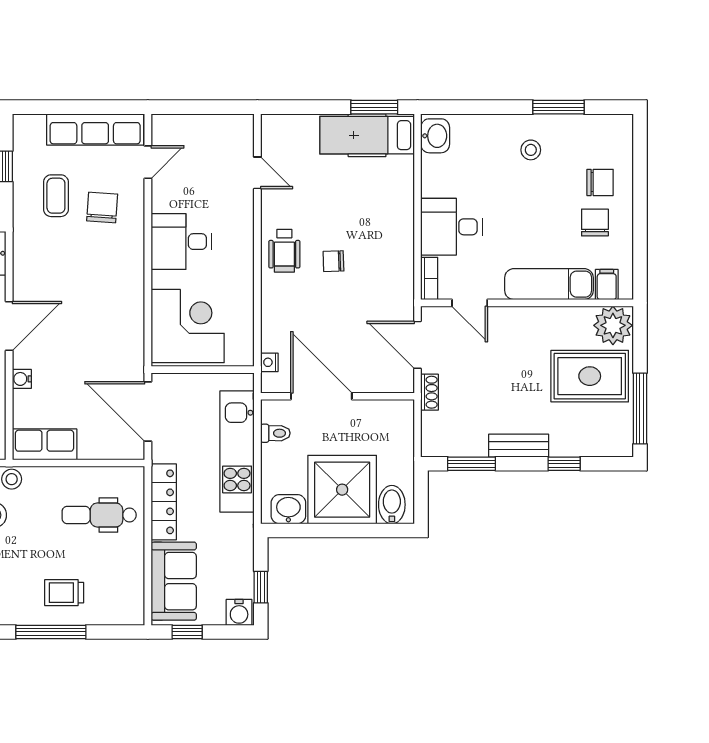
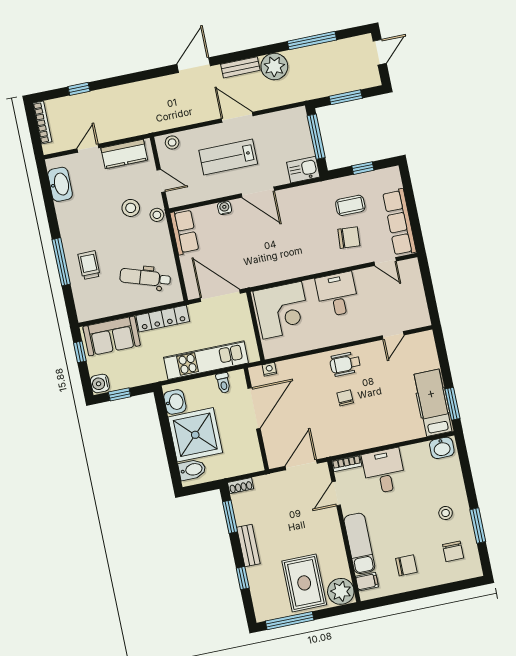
chair: (600, 182) -> (453, 551), moved
shoe rack: (430, 392) -> (241, 486), moved
door: (148, 412) -> (220, 296), hinge flipped
dental chair: (99, 515) -> (145, 278), turned -72

